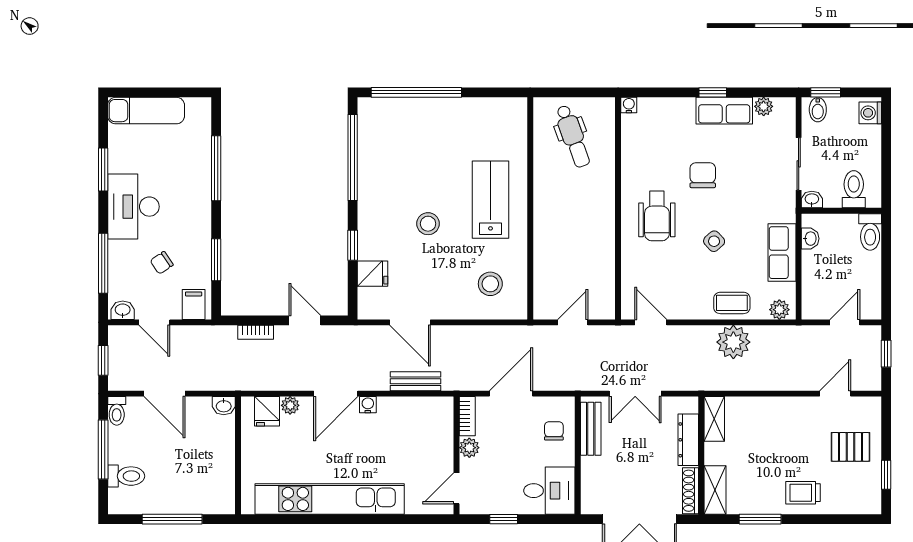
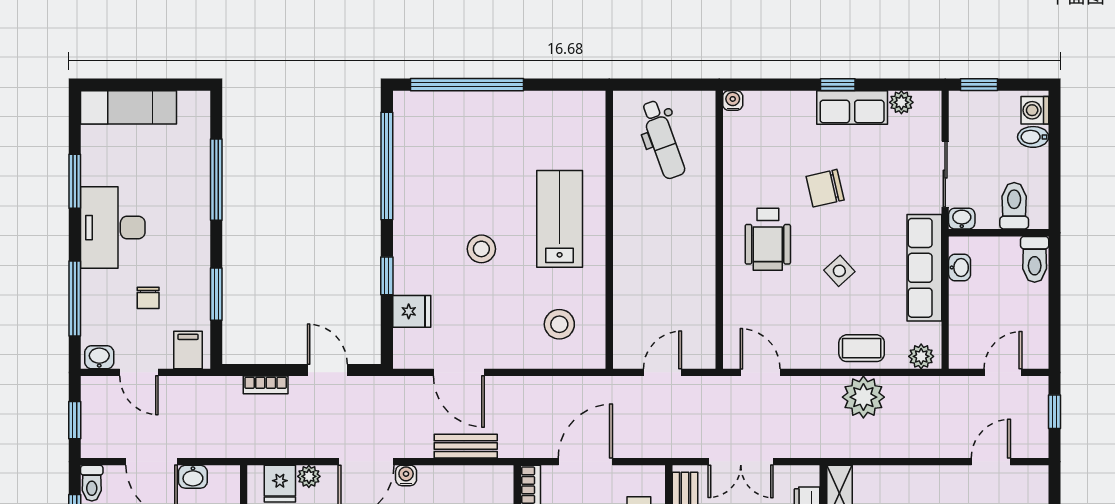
bidet: (818, 110) -> (1033, 137), moved, turned 90
chair: (703, 175) -> (825, 188), turned -103
row of seats: (782, 253) -> (924, 268), width x1.48
chair: (162, 263) -> (148, 298), turned -56
washbasin: (224, 406) -> (193, 477), moved

